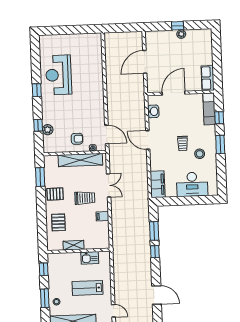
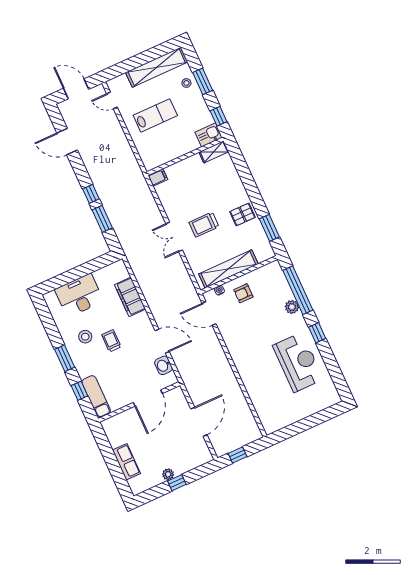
window: (127, 28) -> (237, 455), added
row of seats: (208, 78) -> (126, 462), moved
window: (38, 125) -> (298, 290), width x3.17
plant: (48, 130) -> (292, 307), moved
door: (148, 140) -> (162, 341), moved
filing cabinet: (158, 184) -> (130, 297), moved
double door: (109, 185) -> (174, 237), moved
filing cabinet: (102, 216) -> (158, 177), moved
pallet: (58, 222) -> (224, 181), removed
shelving: (74, 245) -> (214, 152), moved
kitchen sink: (90, 258) -> (209, 135), moved

